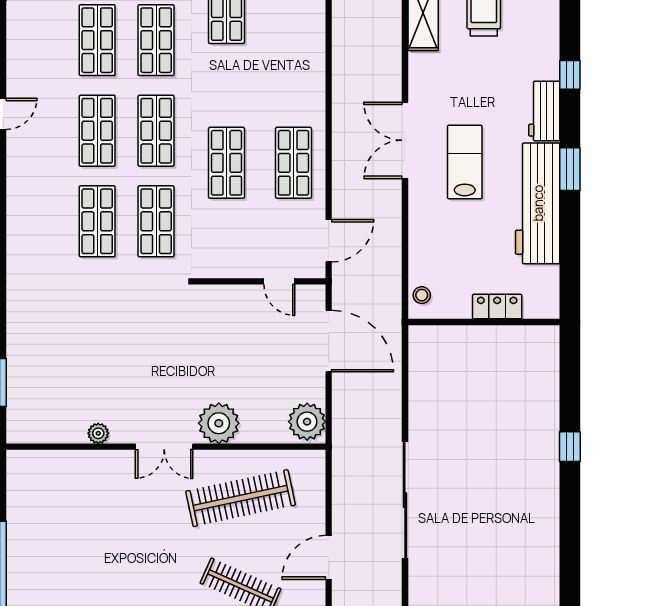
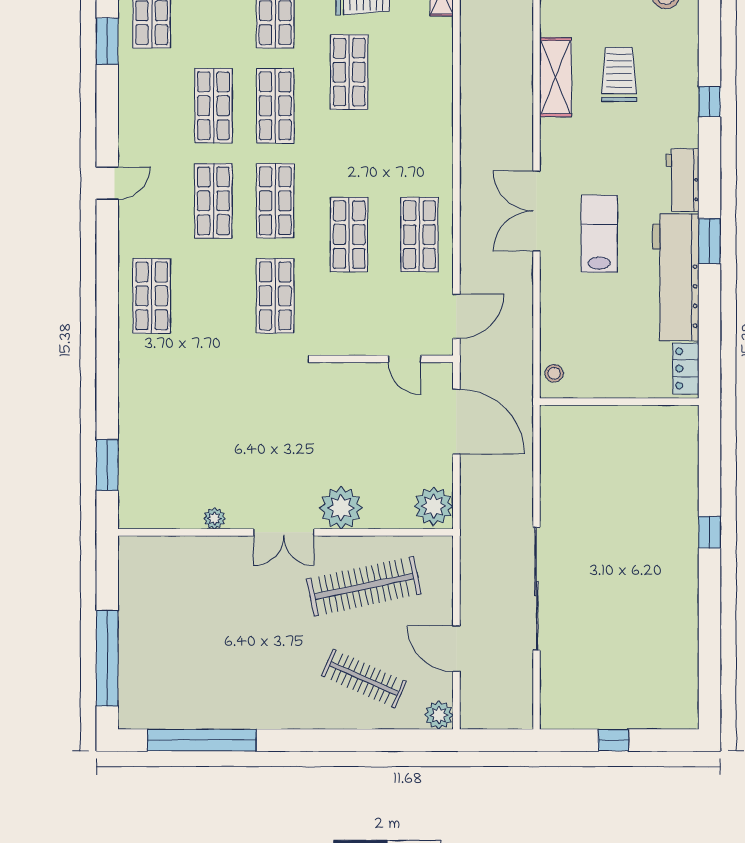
window: (570, 75) -> (709, 102), moved
shop shelf: (97, 221) -> (152, 296), moved
locker: (497, 307) -> (686, 369), moved, turned -90
door: (329, 557) -> (456, 649), hinge flipped

